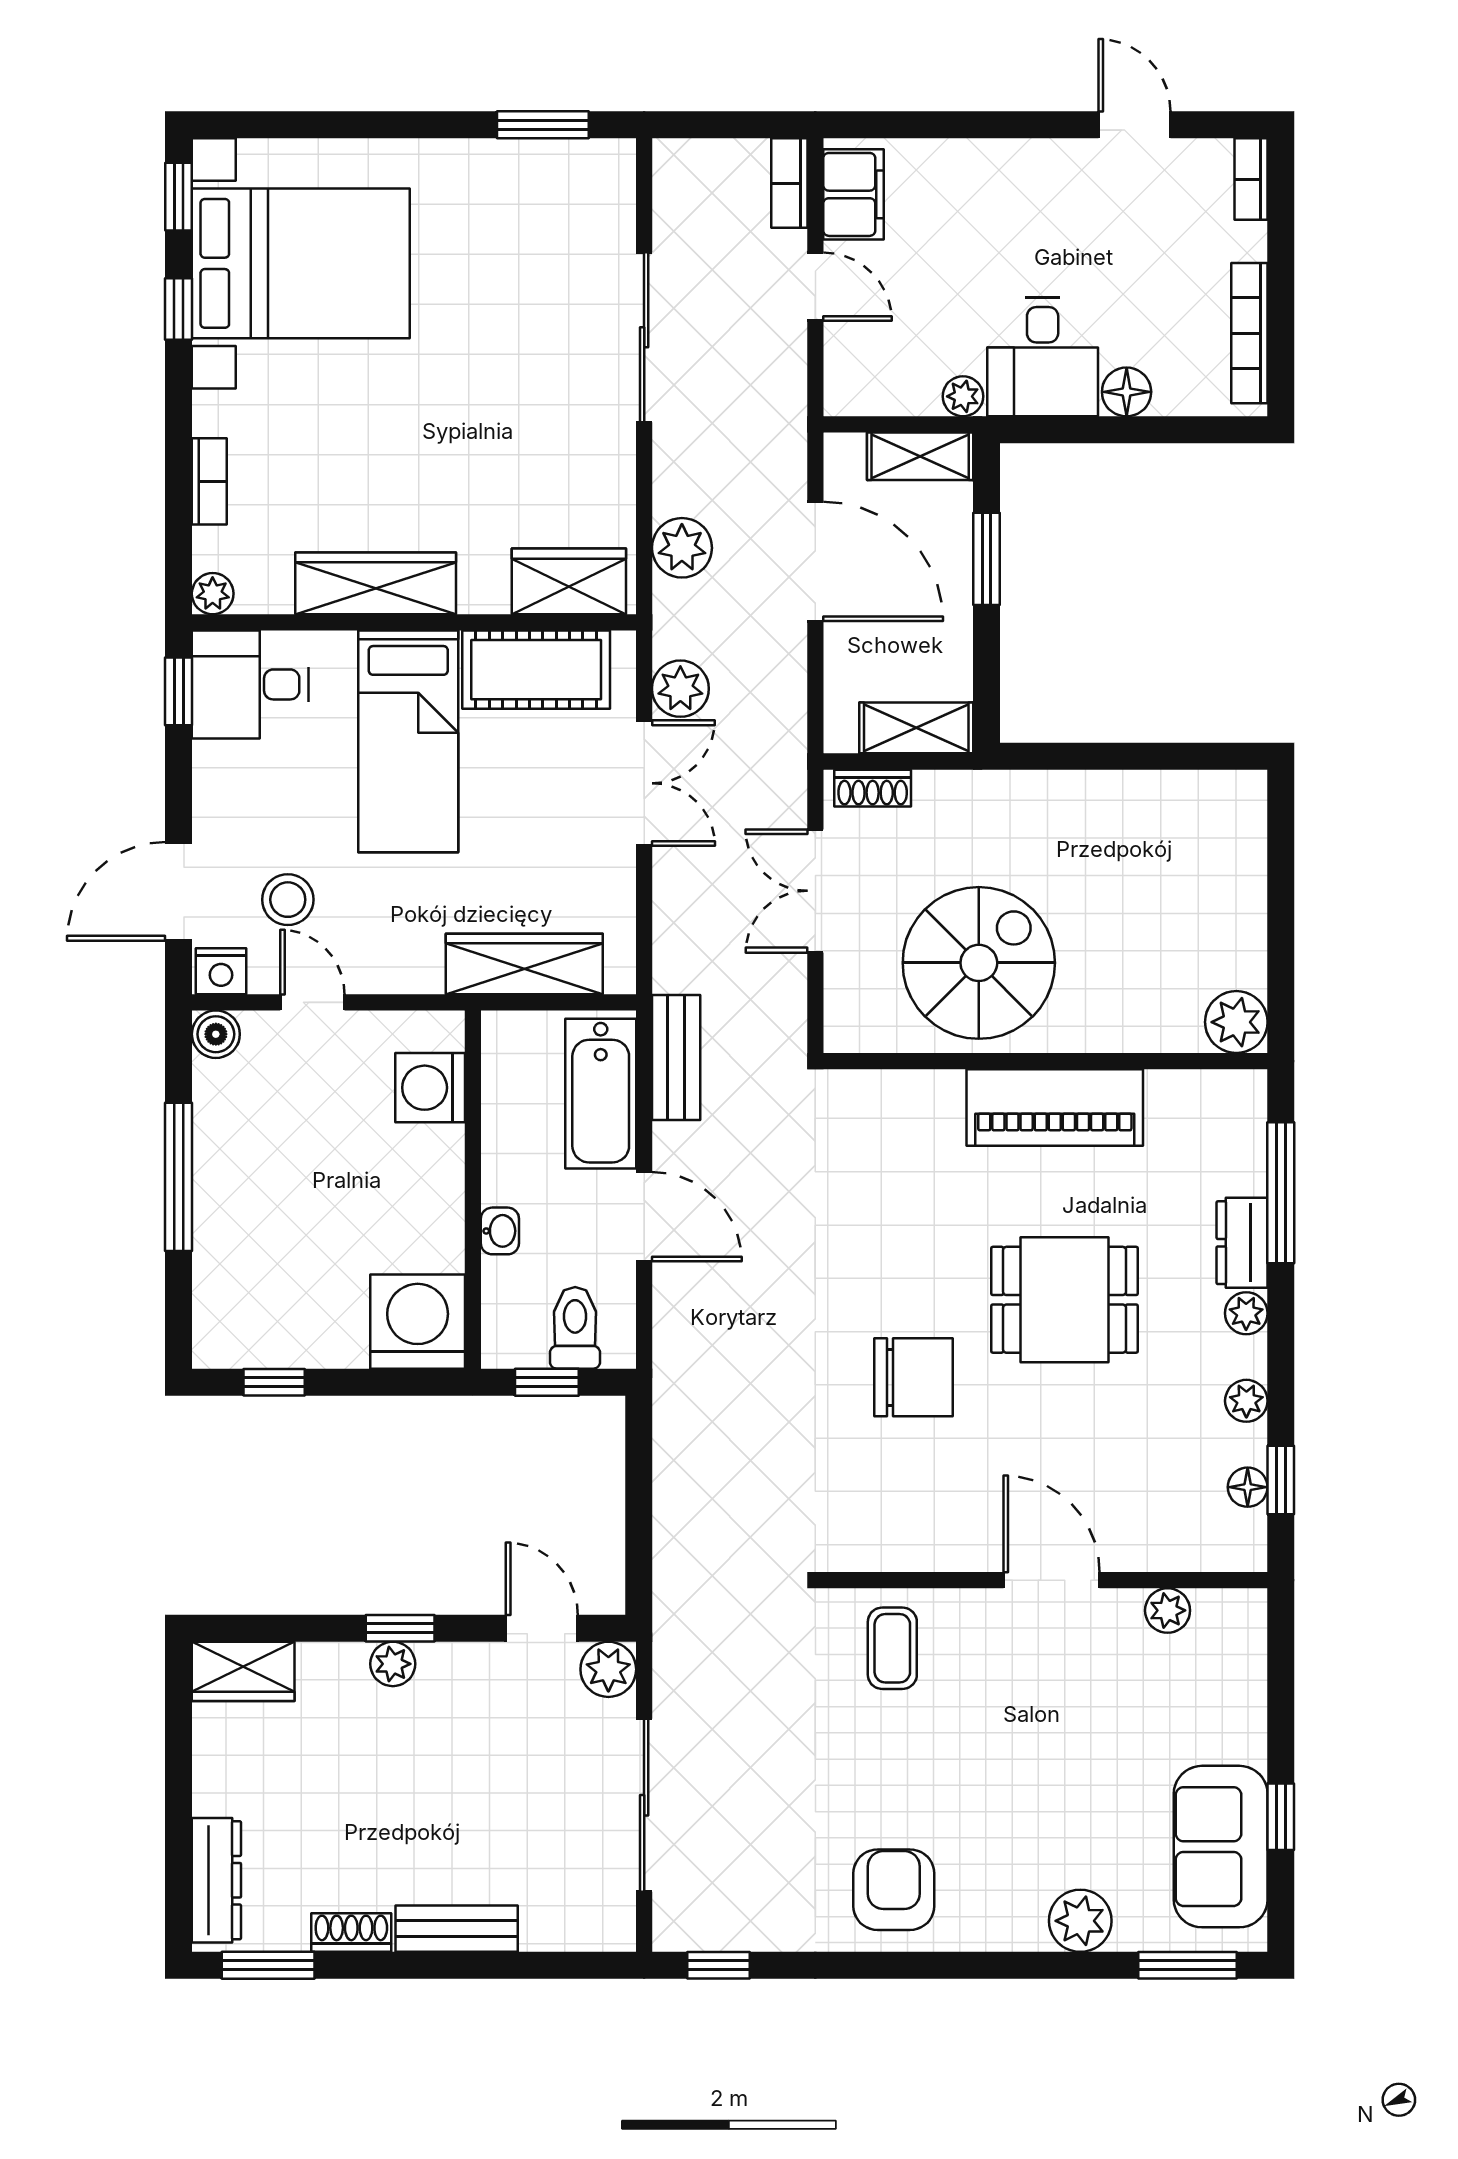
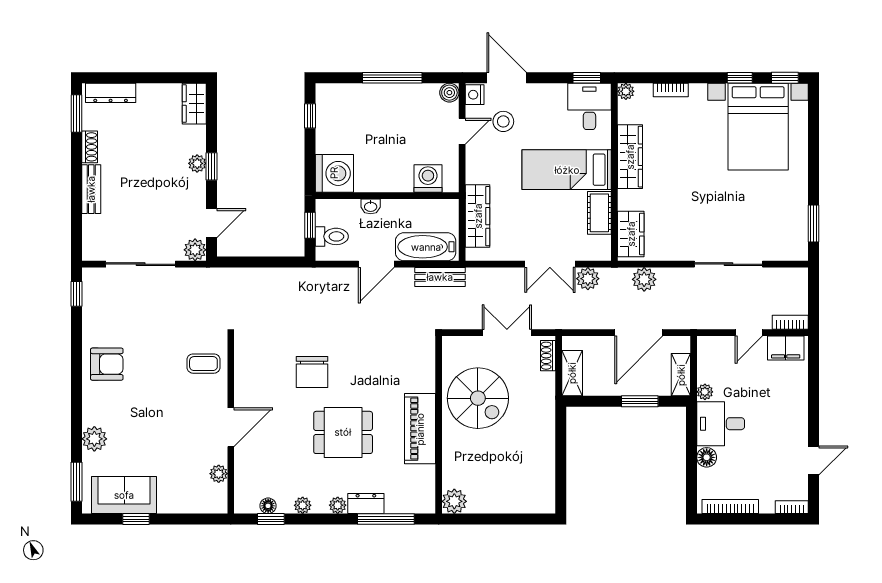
cot: (536, 670) -> (599, 213), width x0.73, depth x0.75
dining table: (1065, 1300) -> (343, 432), turned 90

